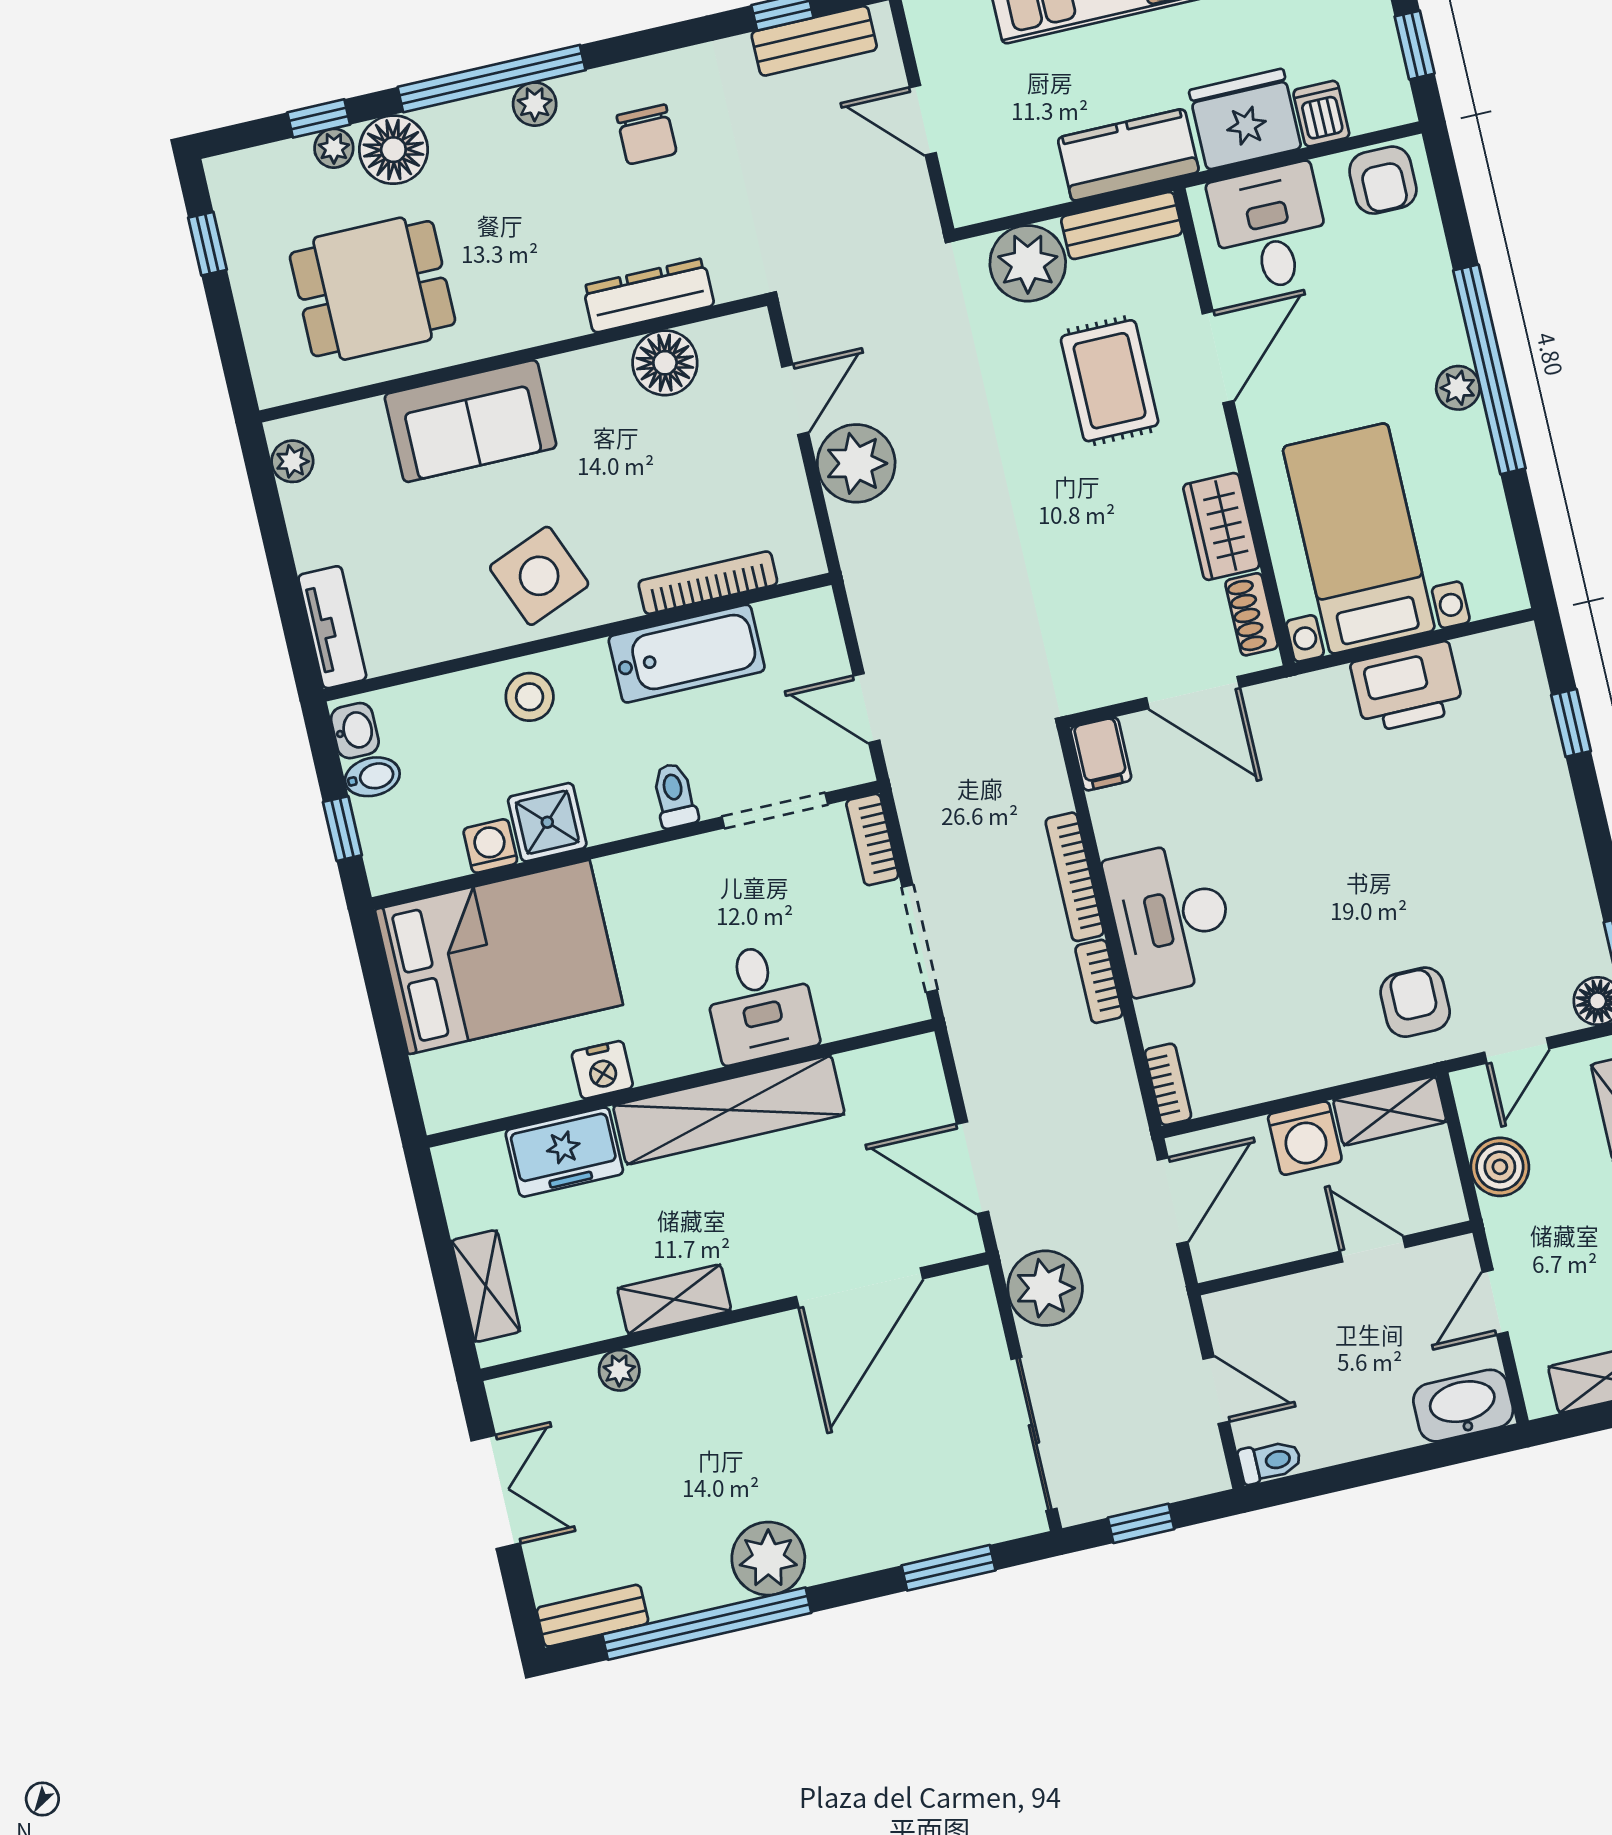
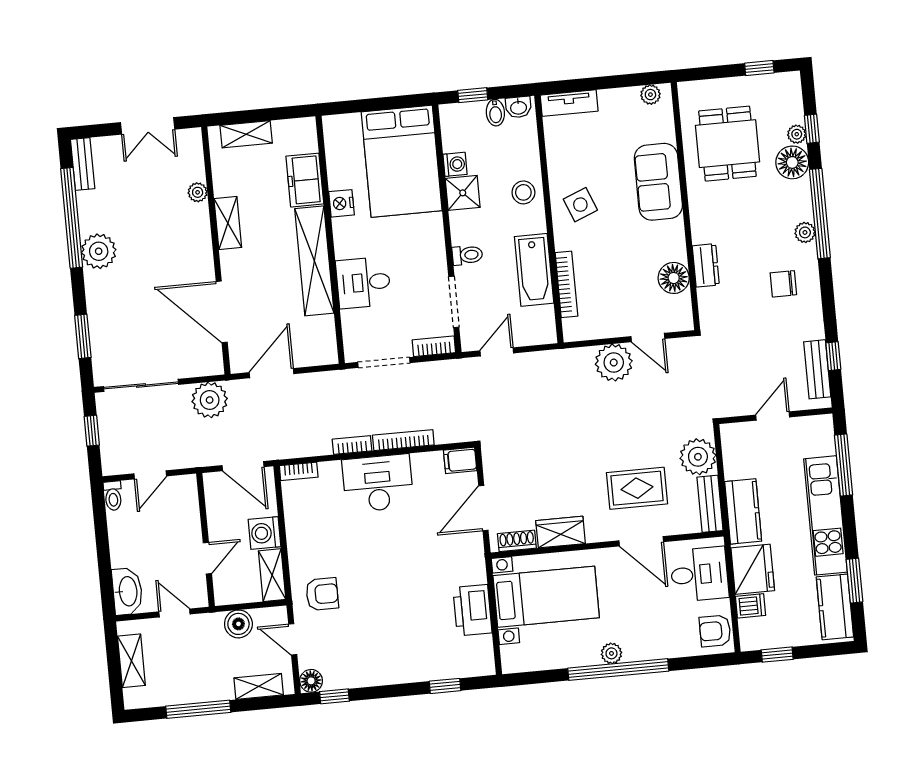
dresser: (649, 296) -> (706, 265), width x0.70
side table: (539, 576) -> (580, 205), width x0.73, depth x0.73

